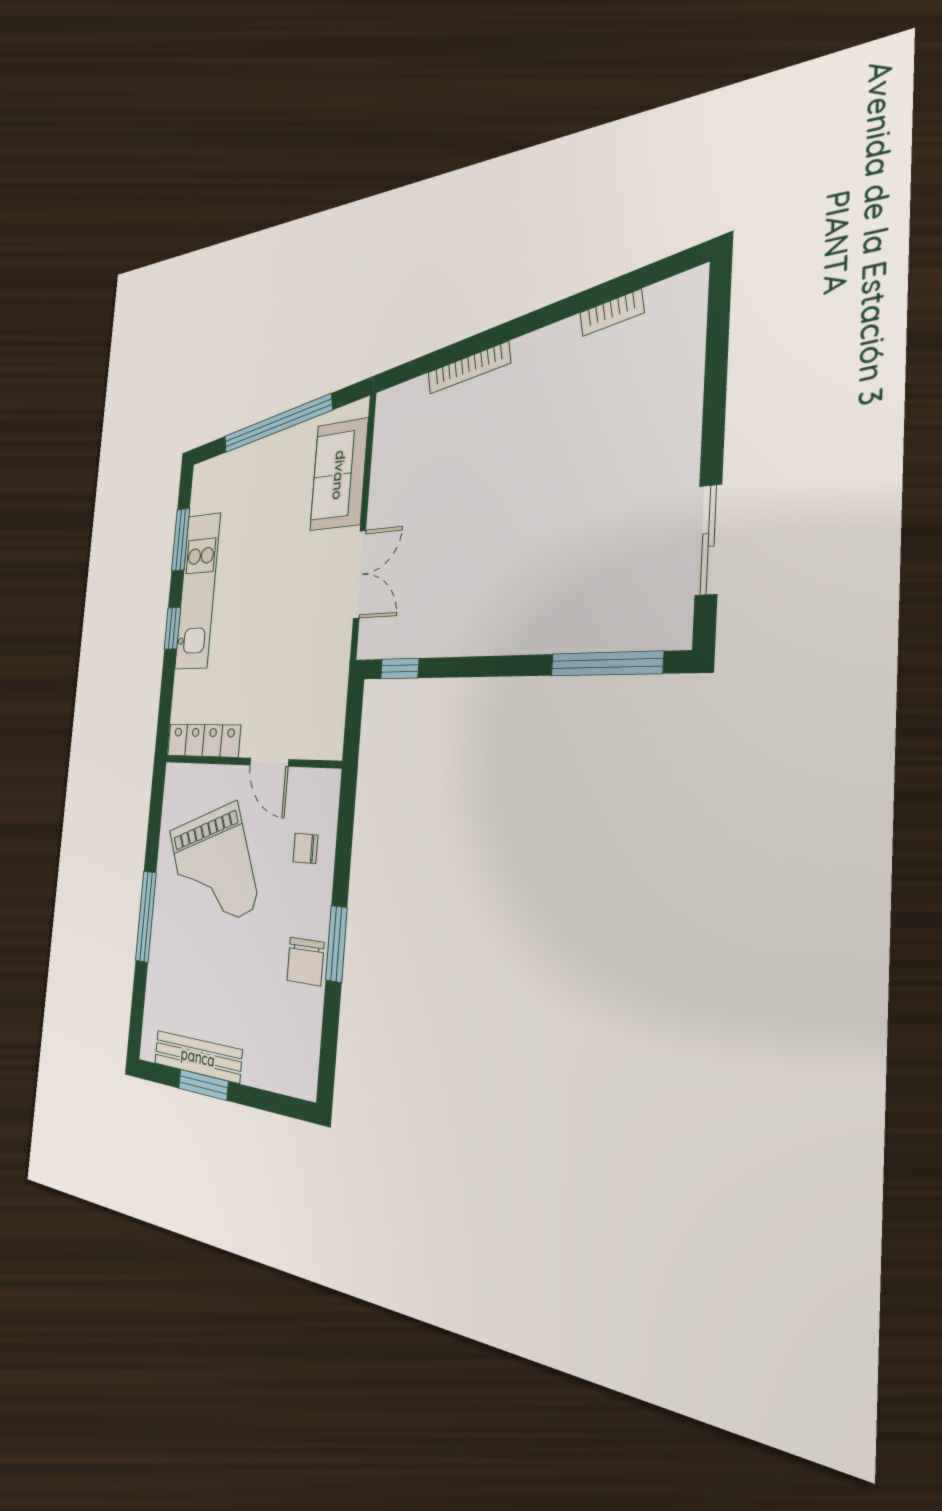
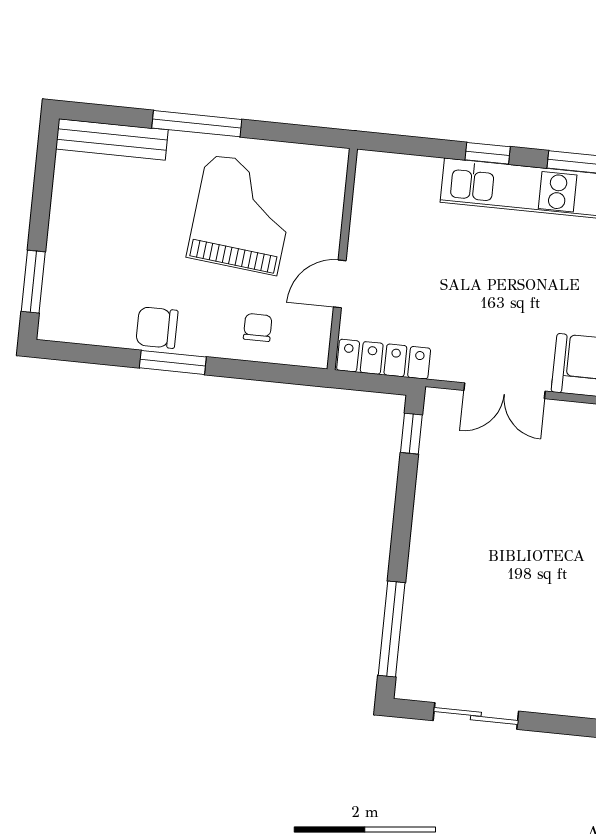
locker: (204, 740) -> (384, 359), moved, turned -90
grand piano: (213, 868) -> (242, 214), turned 118
bench: (198, 1057) -> (112, 139), moved, turned 90
window: (203, 1085) -> (33, 282), moved

